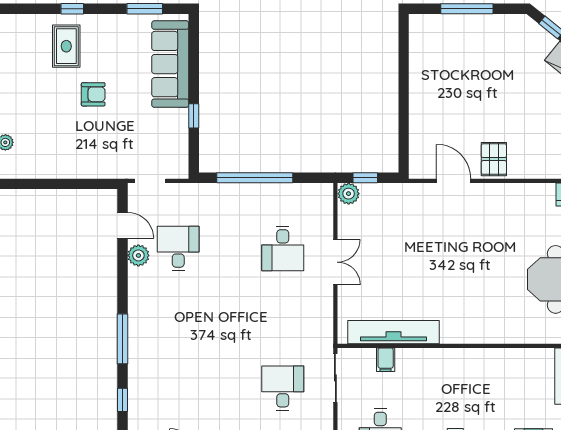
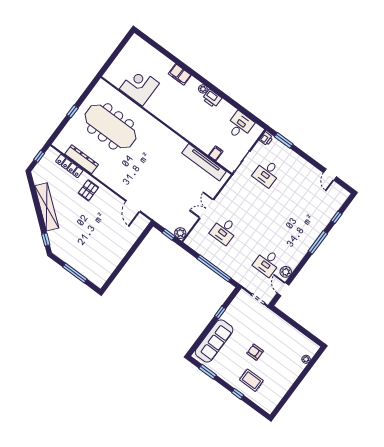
rug: (66, 46) -> (251, 380), turned 90
pallet: (494, 159) -> (88, 190), moved
desk: (283, 248) -> (224, 231), turned 180

